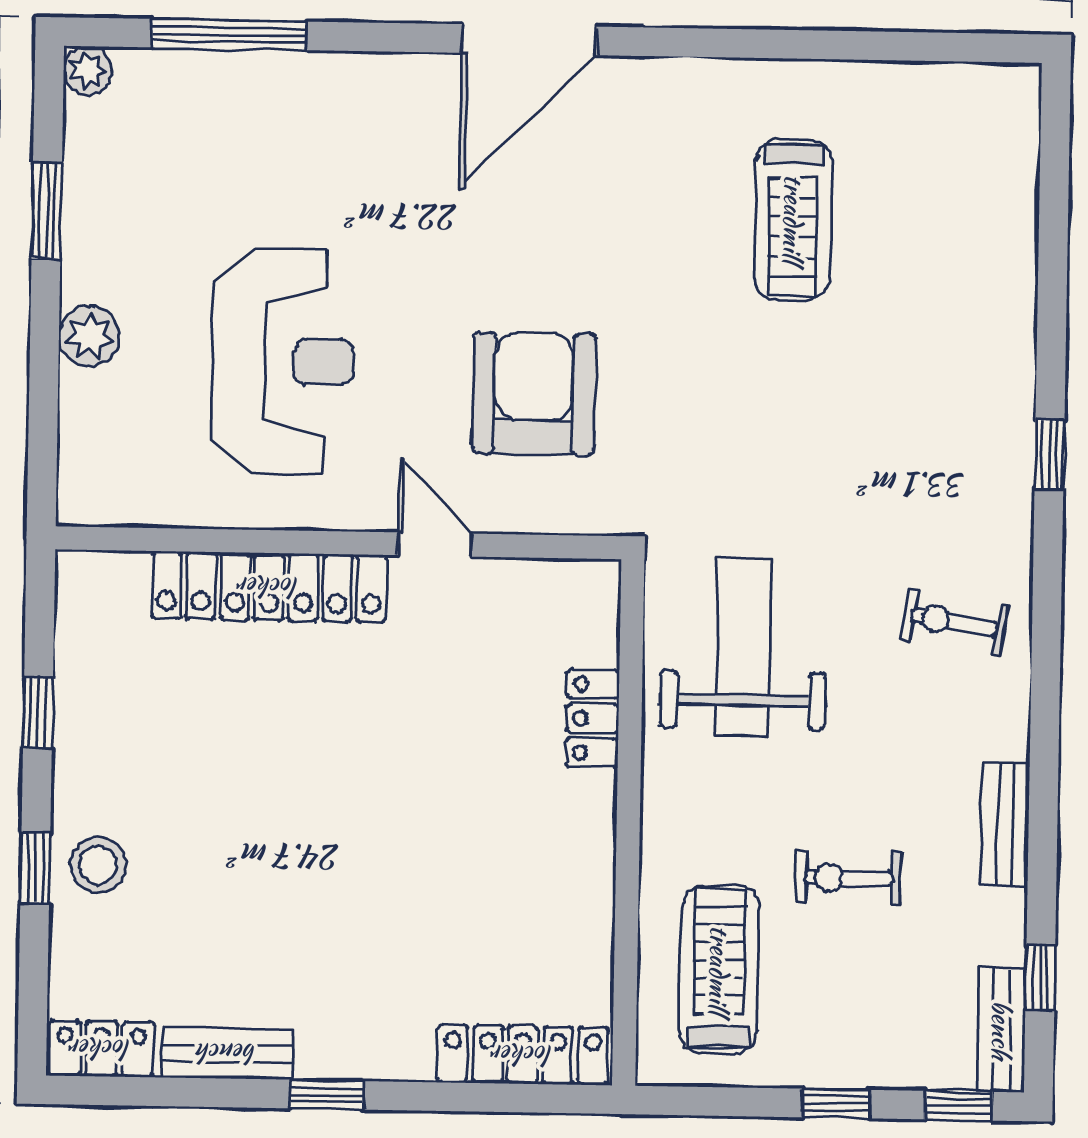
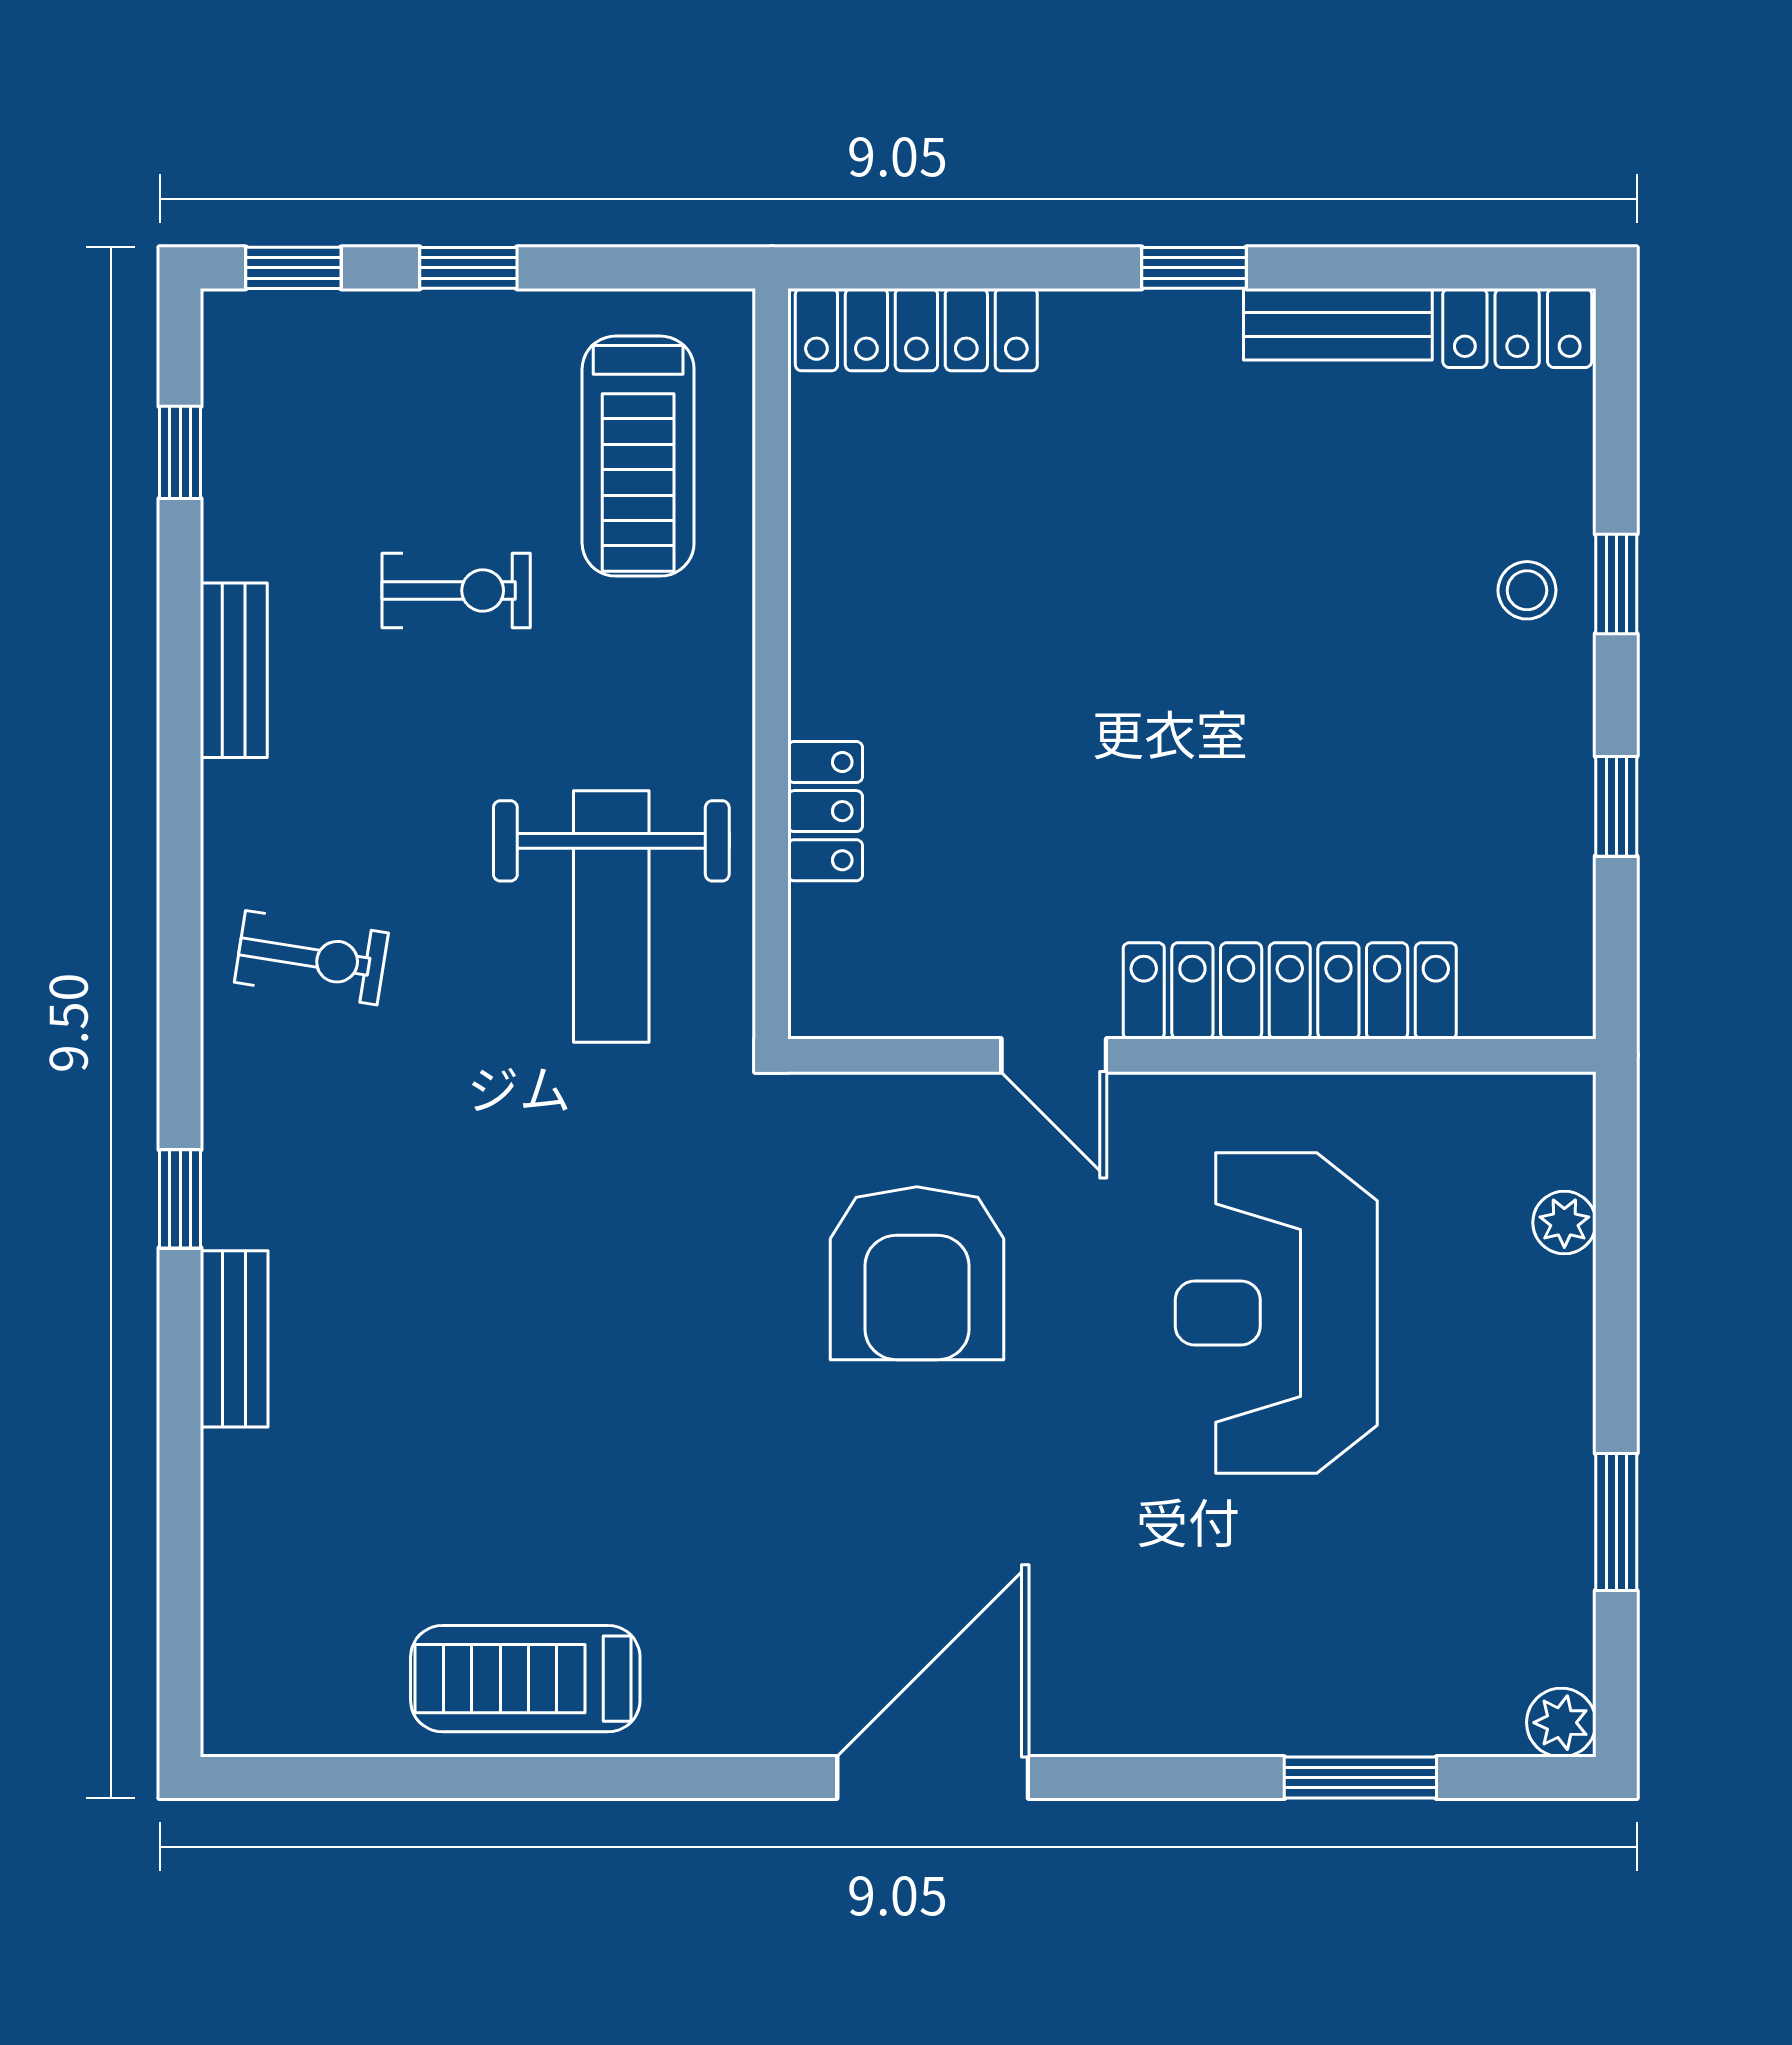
window: (229, 34) -> (1360, 1778), width x0.69
treadmill: (793, 219) -> (525, 1679), moved, turned -90
plant: (89, 336) -> (1564, 1223), moved, width x0.73, depth x0.73
stool: (98, 865) -> (1527, 590), width x0.73, depth x0.73
bench: (1001, 1030) -> (234, 1339), moved

